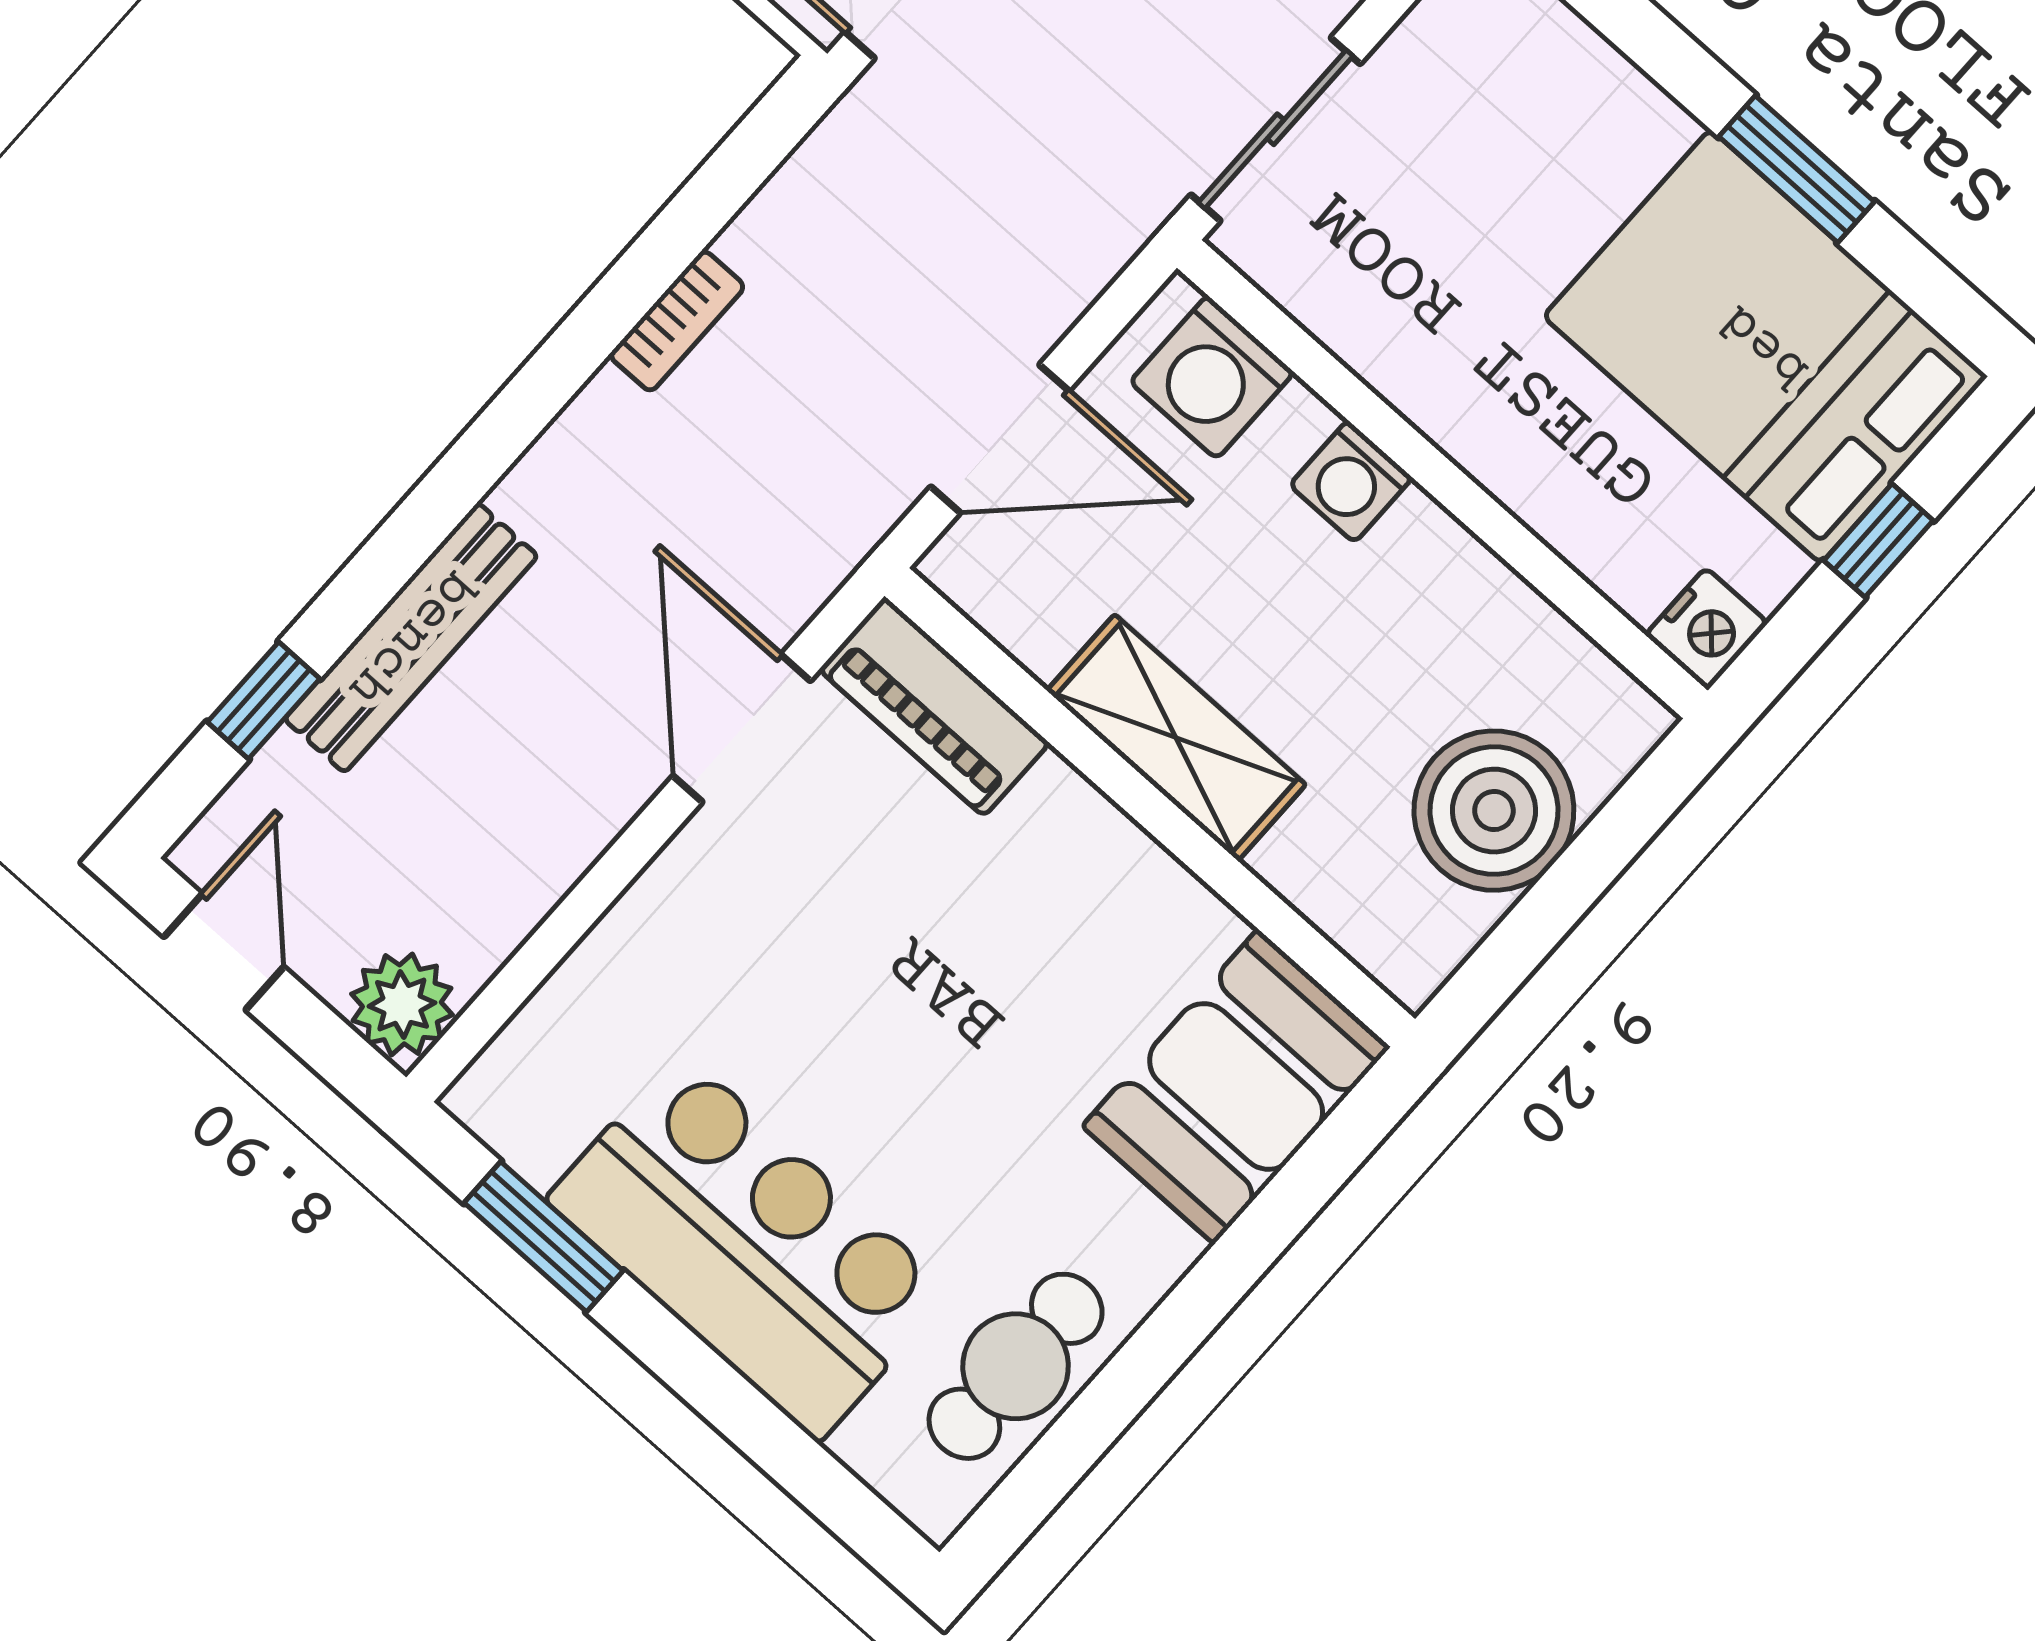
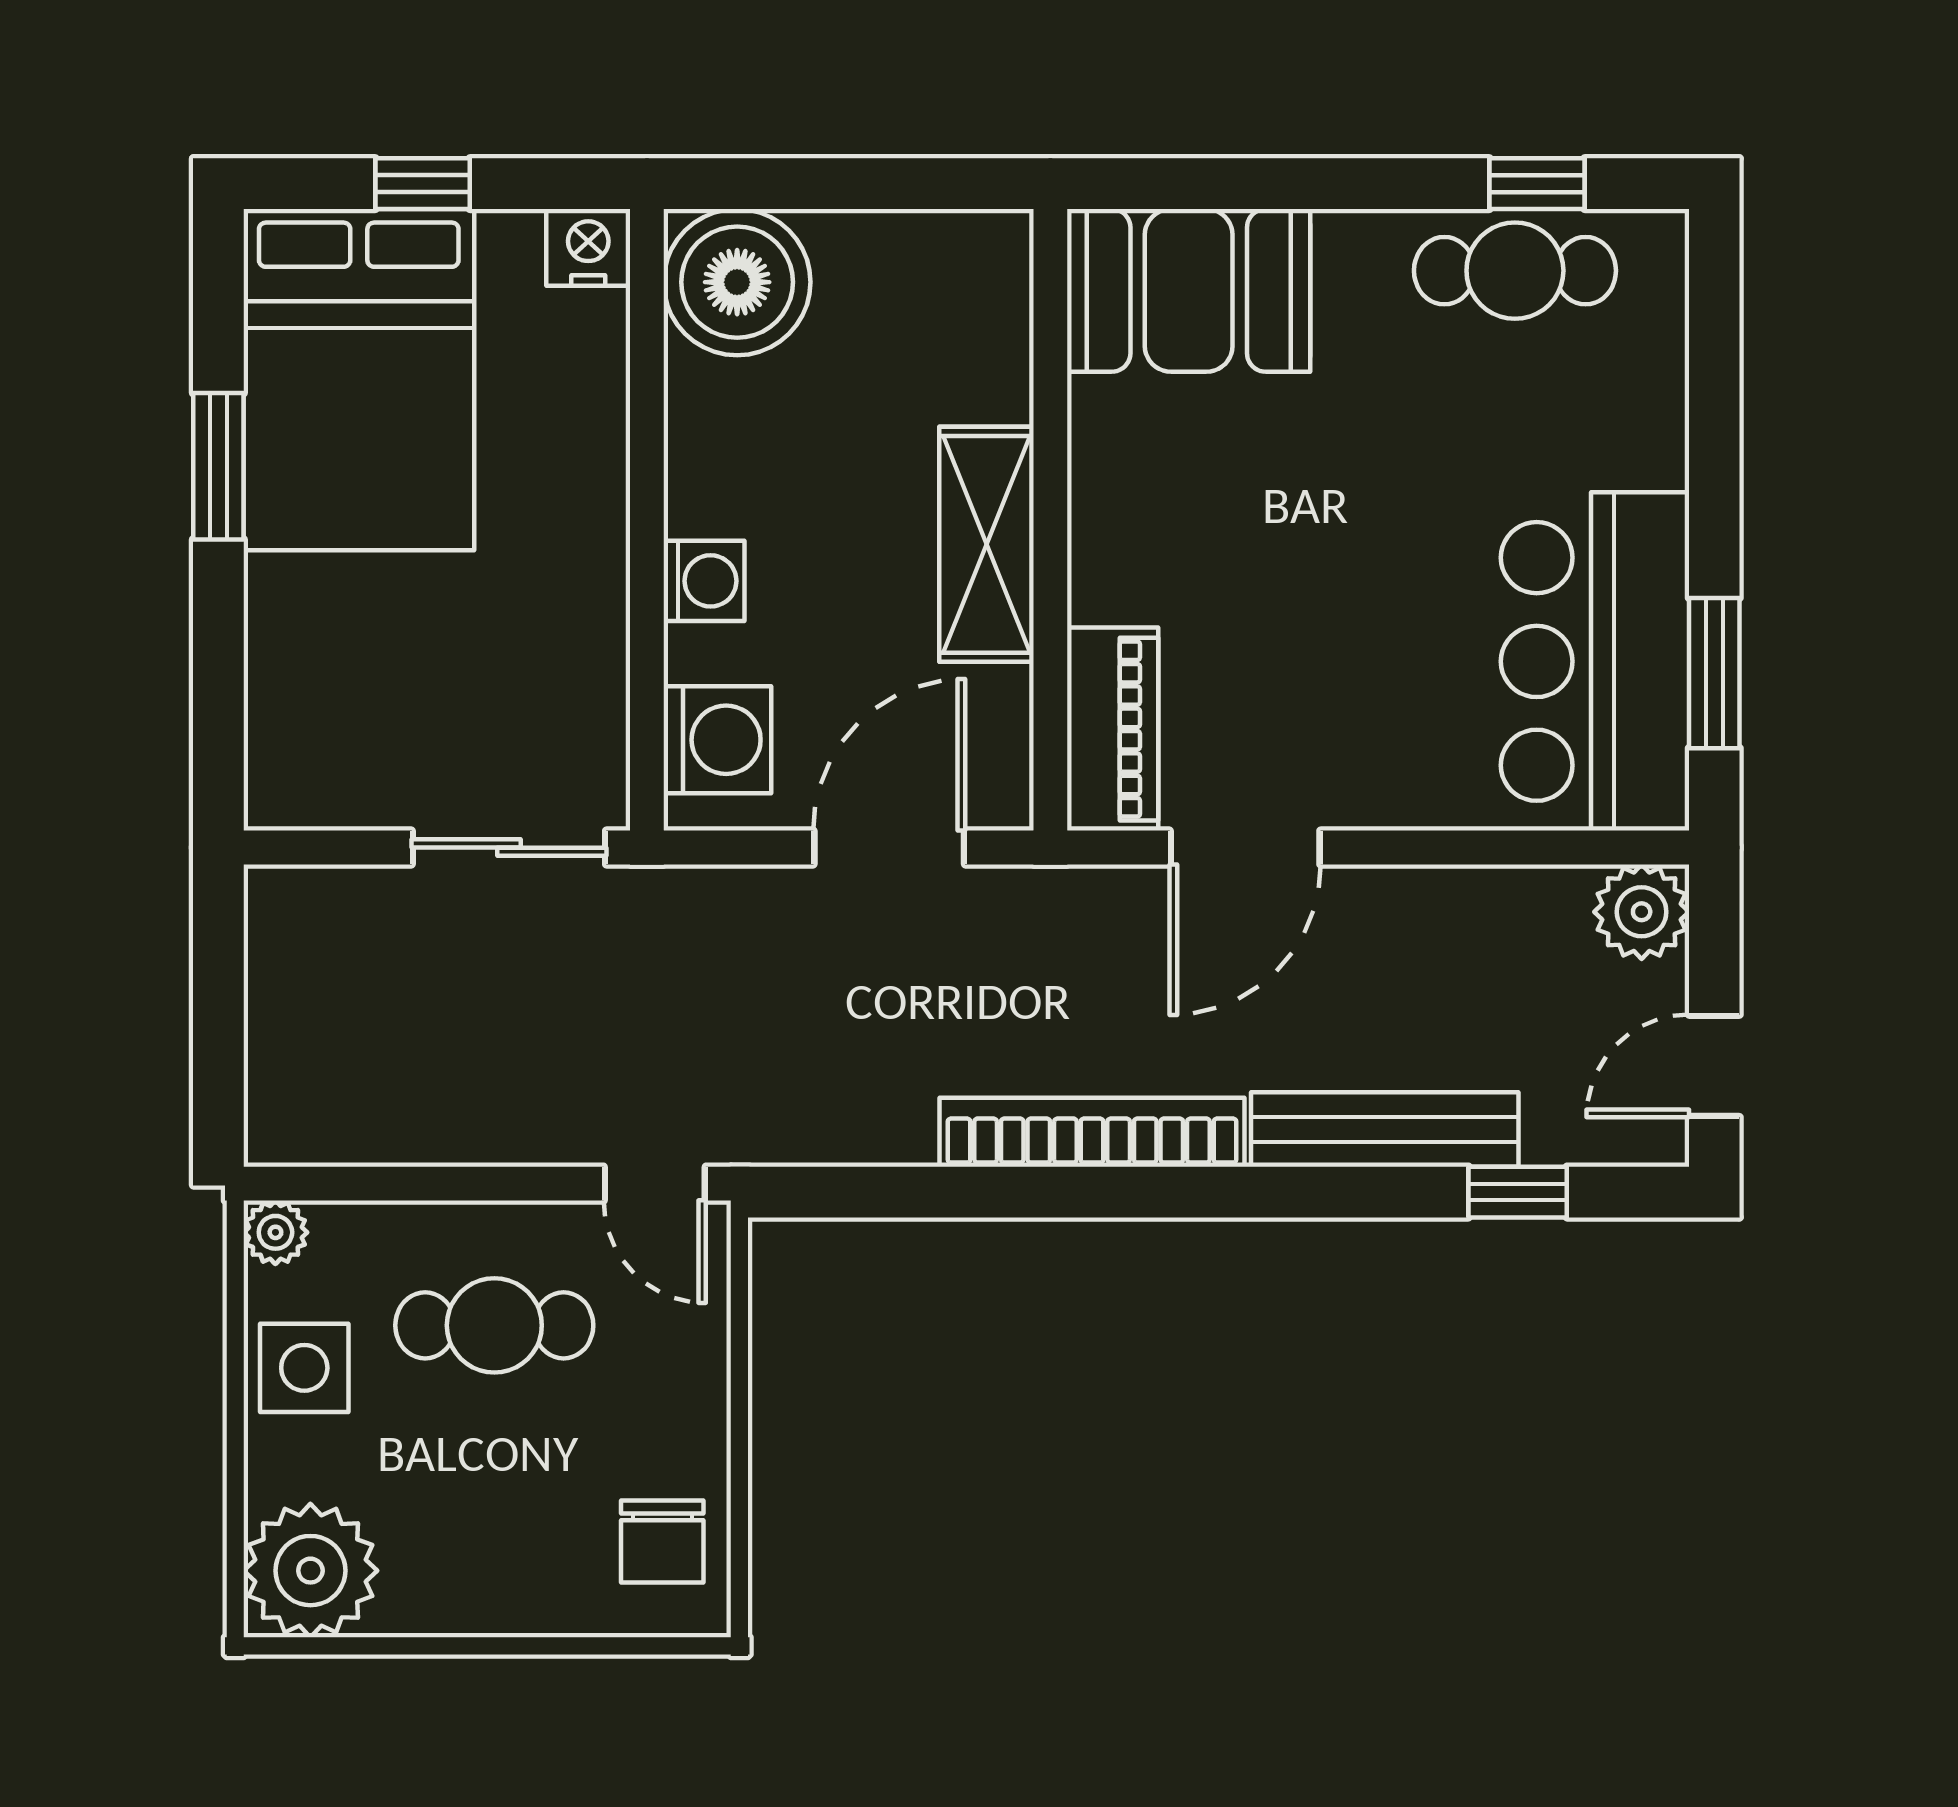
bookcase: (677, 321) -> (1092, 1132), width x2.31, depth x1.31
door: (1000, 439) -> (889, 848), hinge flipped
boiler: (1494, 811) -> (737, 282), moved
bar counter: (749, 1246) -> (1595, 661), moved
window: (1070, 1447) -> (1537, 184), added

